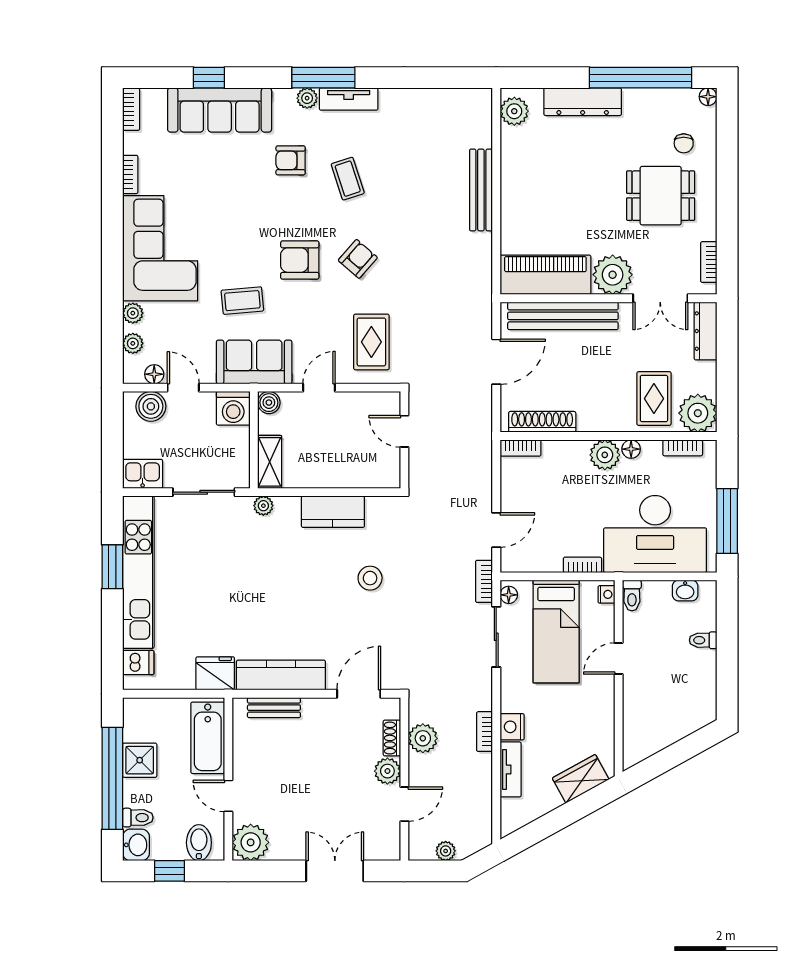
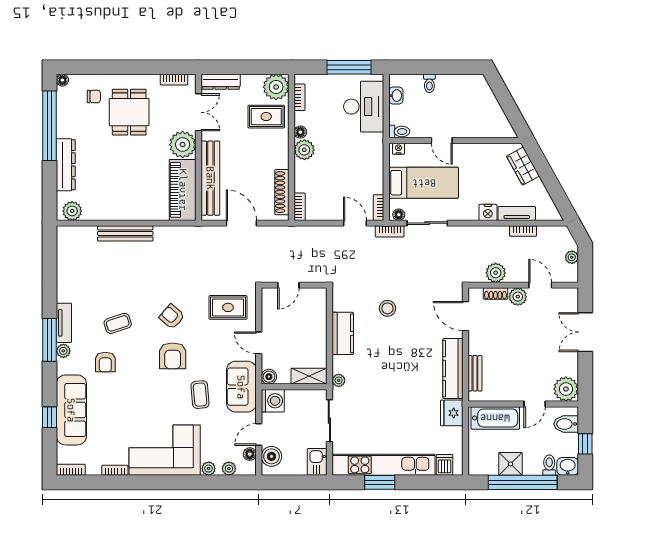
desk: (655, 534) -> (364, 107), width x0.73, depth x0.77
bookcase: (582, 565) -> (379, 208), moved
bookcase: (484, 732) -> (523, 231), moved

